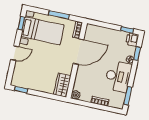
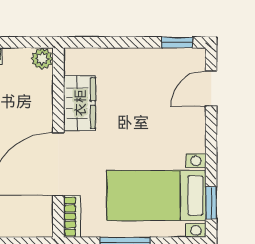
door: (15, 53) -> (211, 89), moved
wardrobe: (62, 85) -> (80, 103), moved

